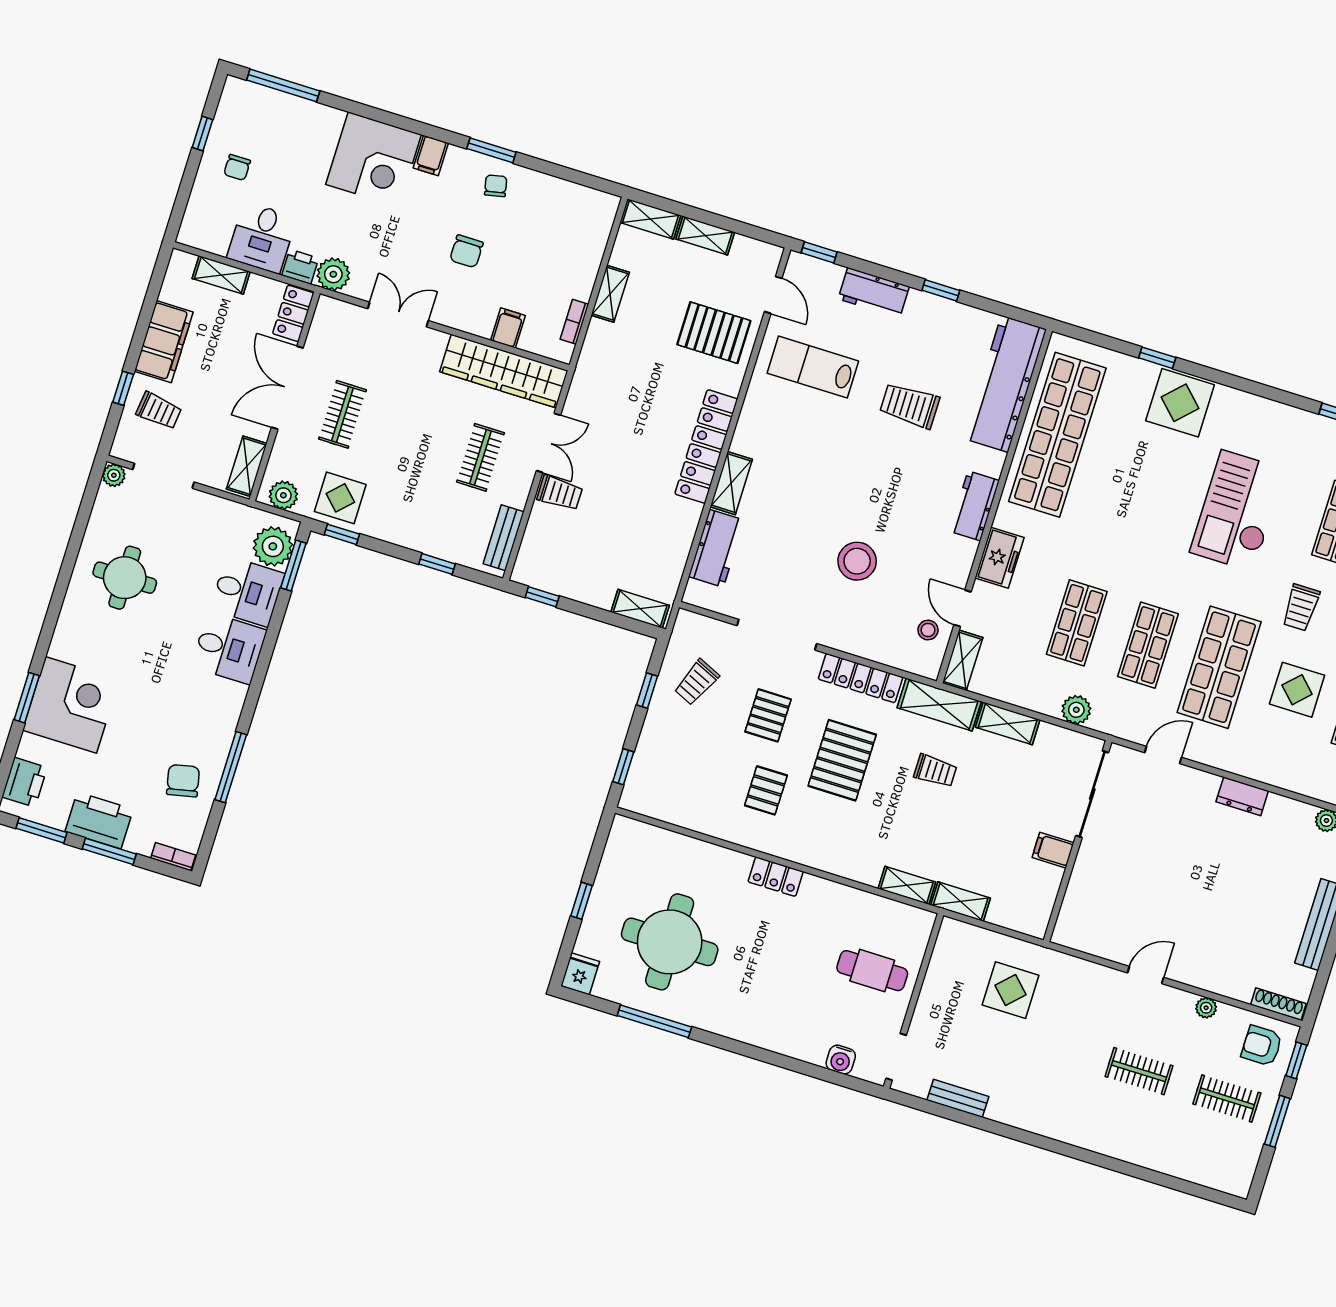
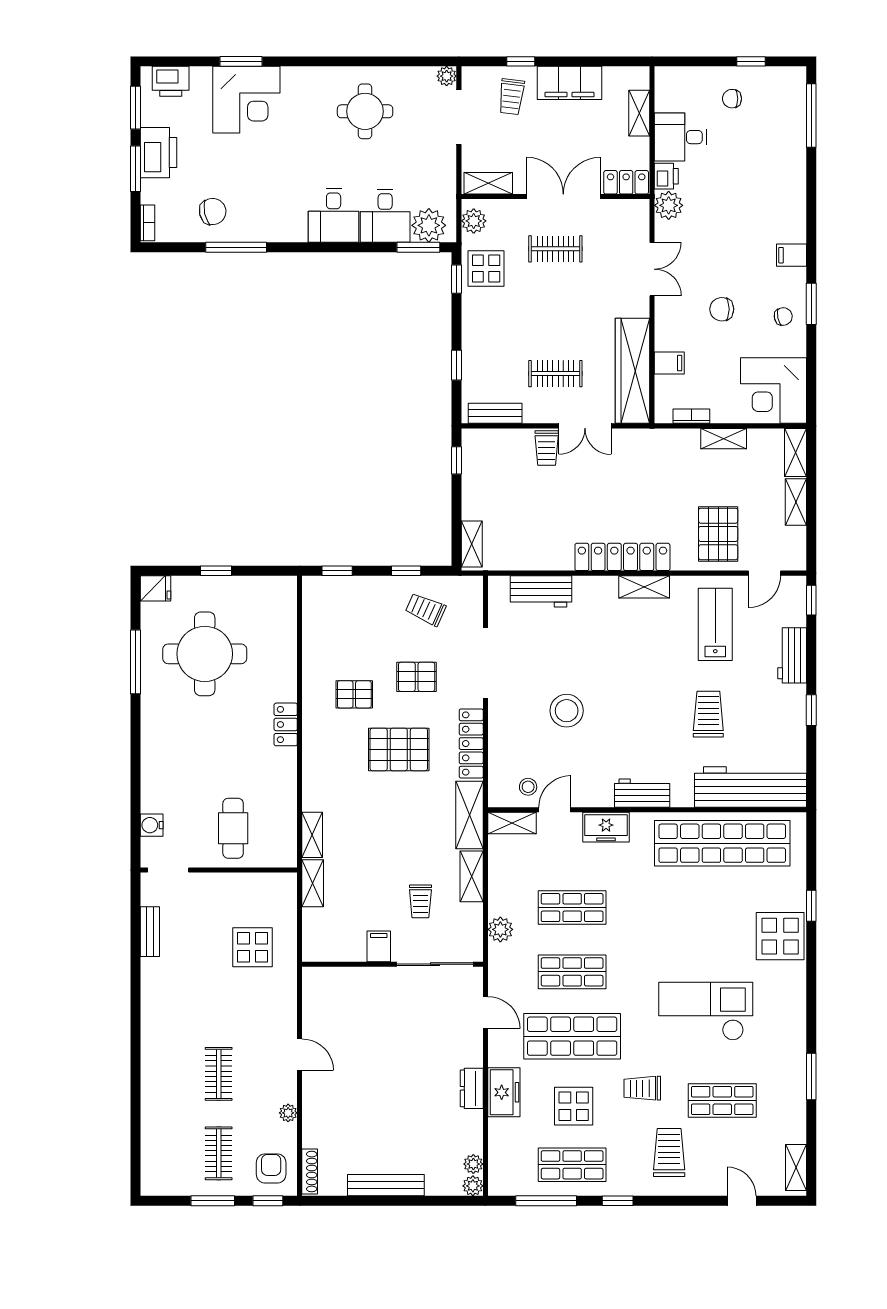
corner desk: (374, 159) -> (774, 391), moved
shelving: (731, 483) -> (644, 587), moved
freezer: (1258, 762) -> (504, 1092), added
trolley: (935, 771) -> (420, 901), moved

